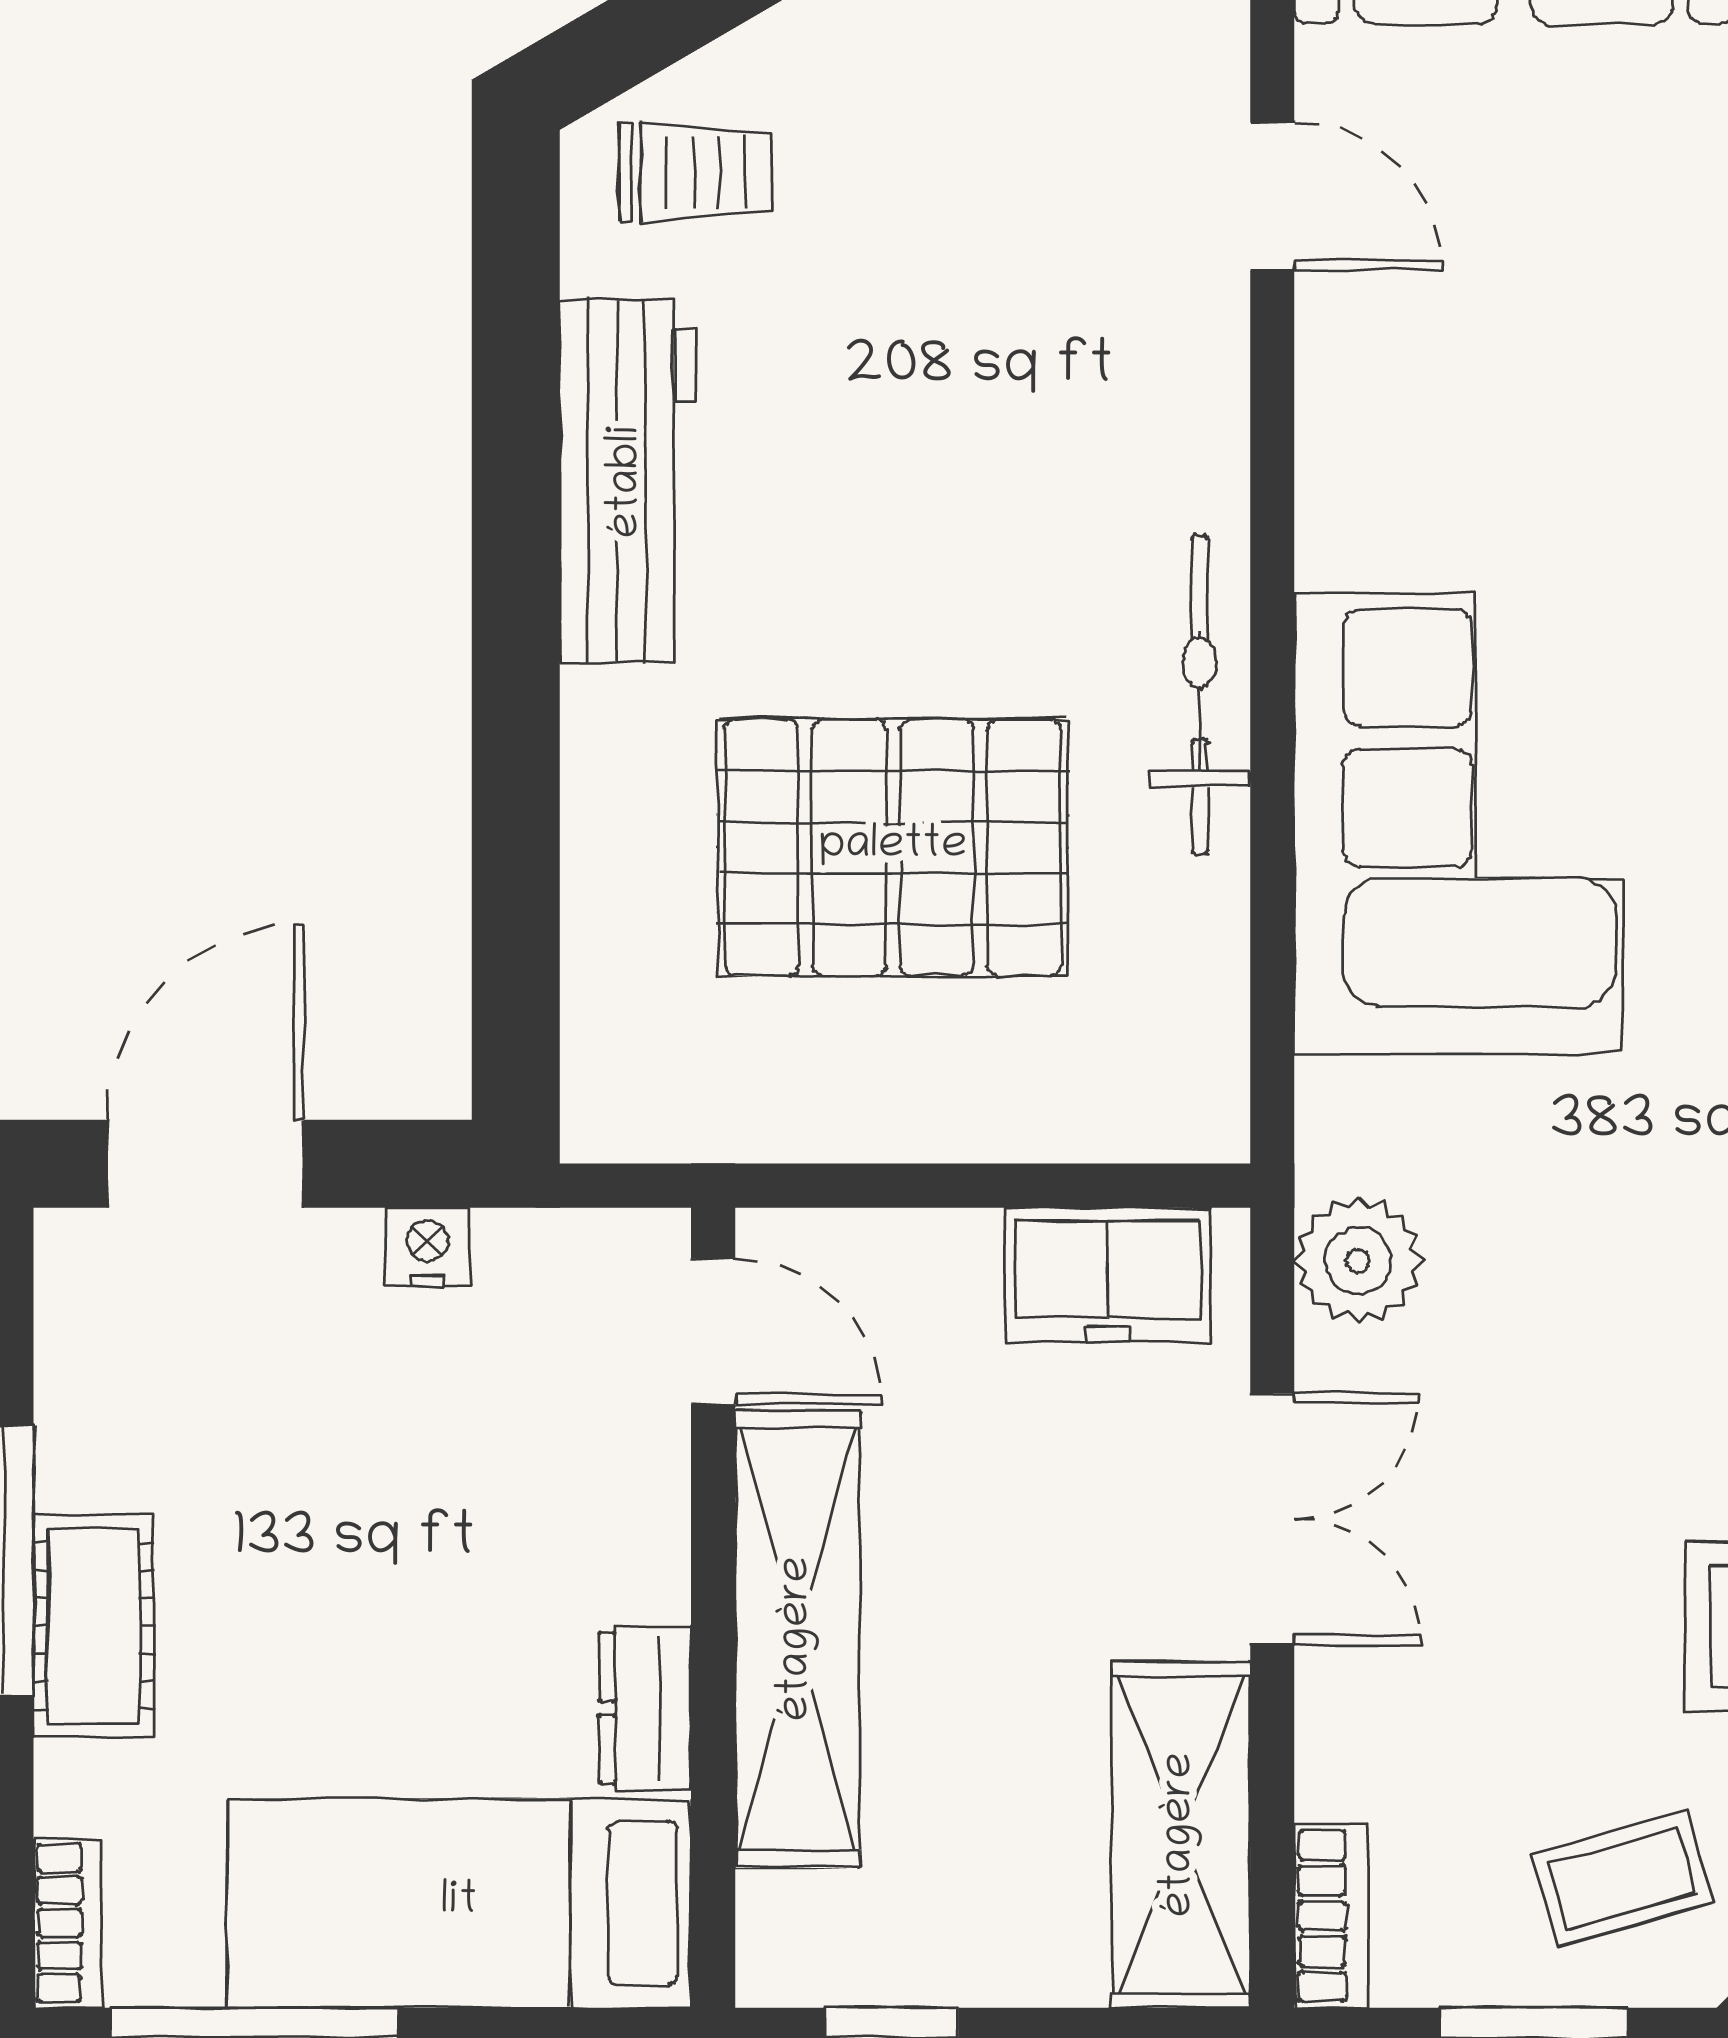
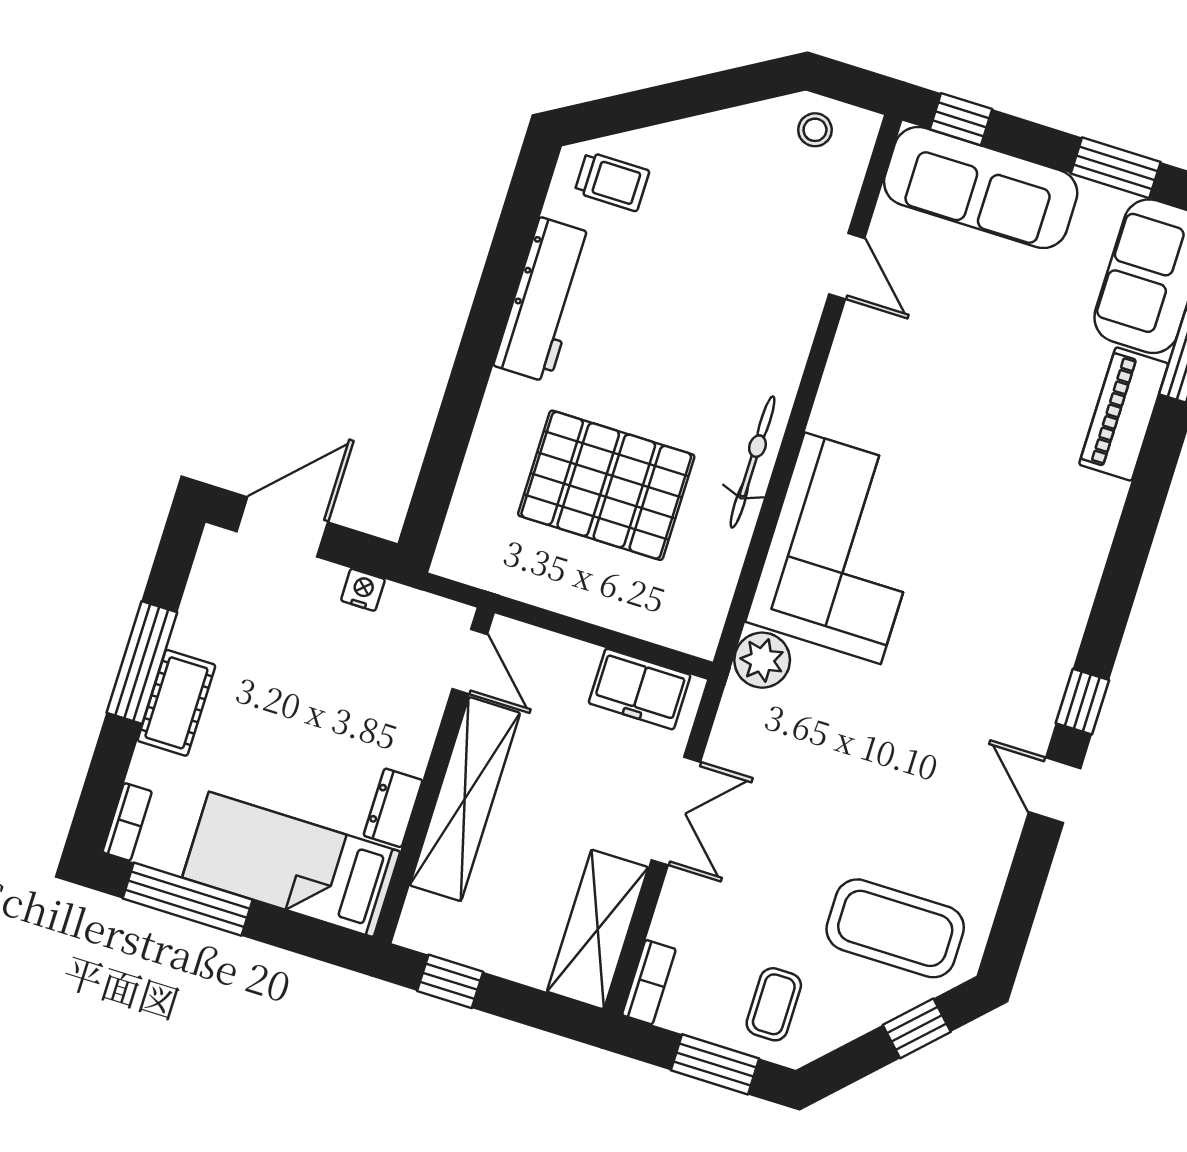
plant: (1358, 1261) -> (762, 660), moved
coffee table: (1622, 1878) -> (774, 1004), turned -74

